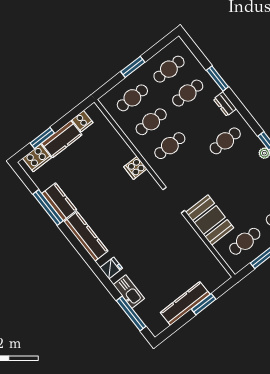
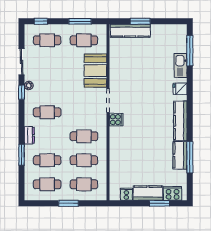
cooker: (135, 168) -> (116, 120), moved
kitchen counter: (185, 303) -> (130, 31), moved

